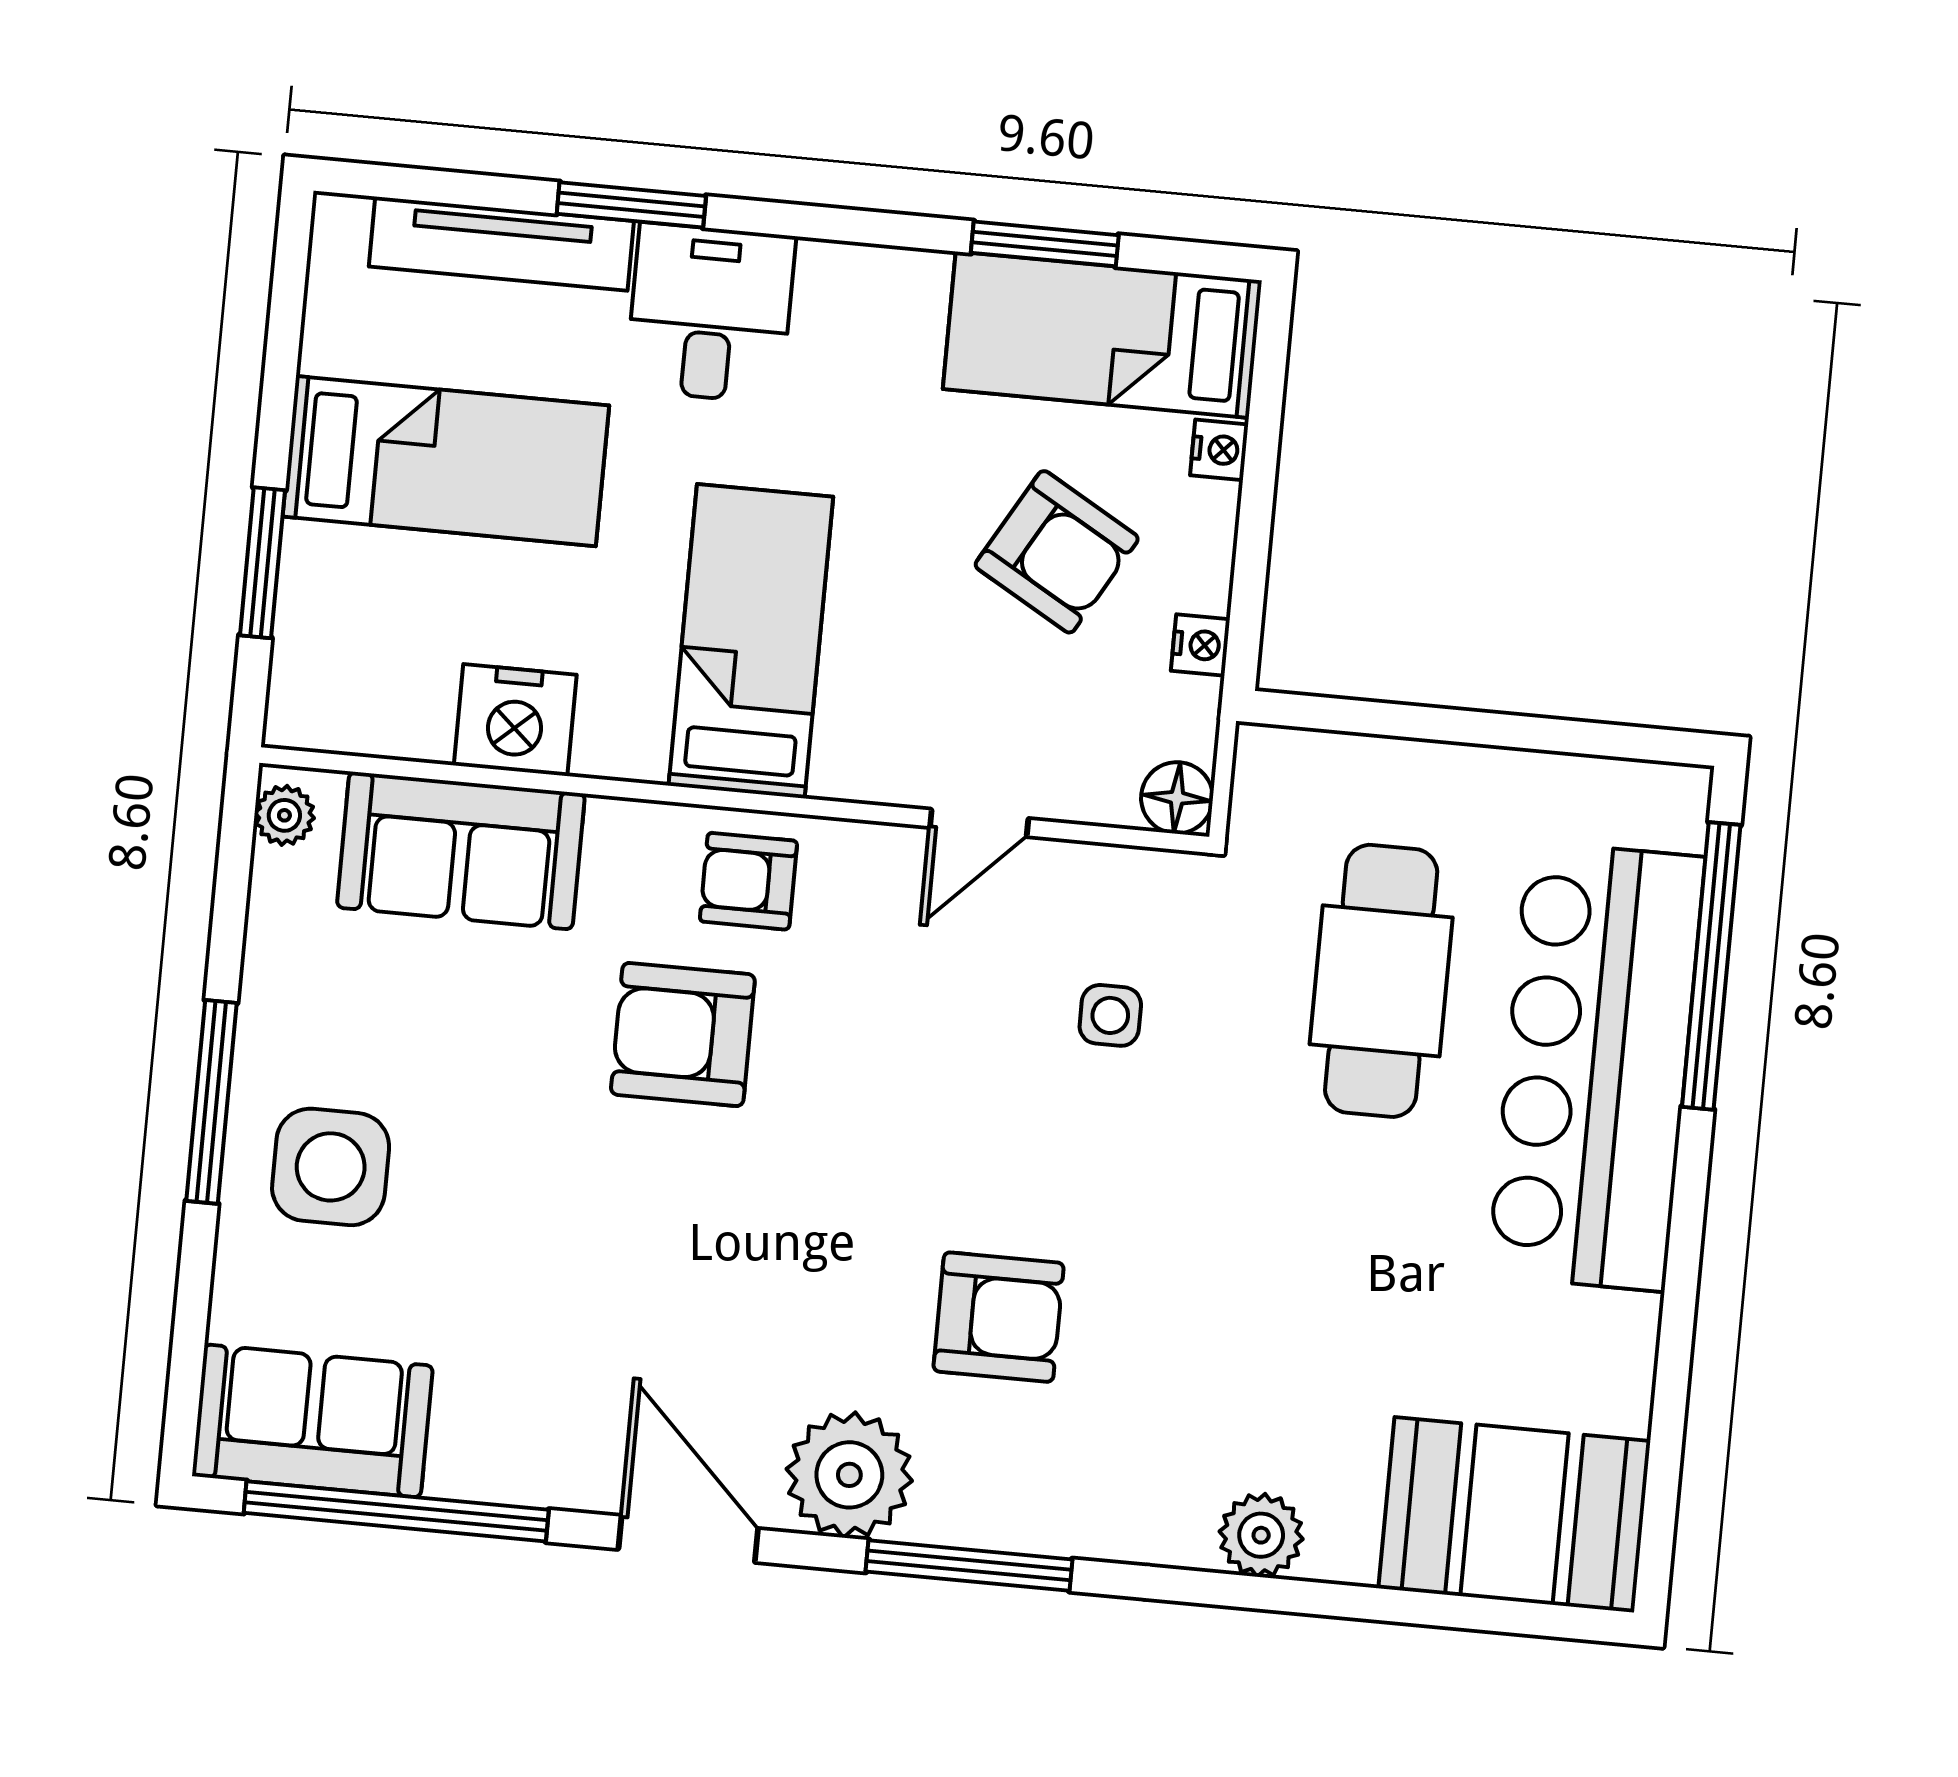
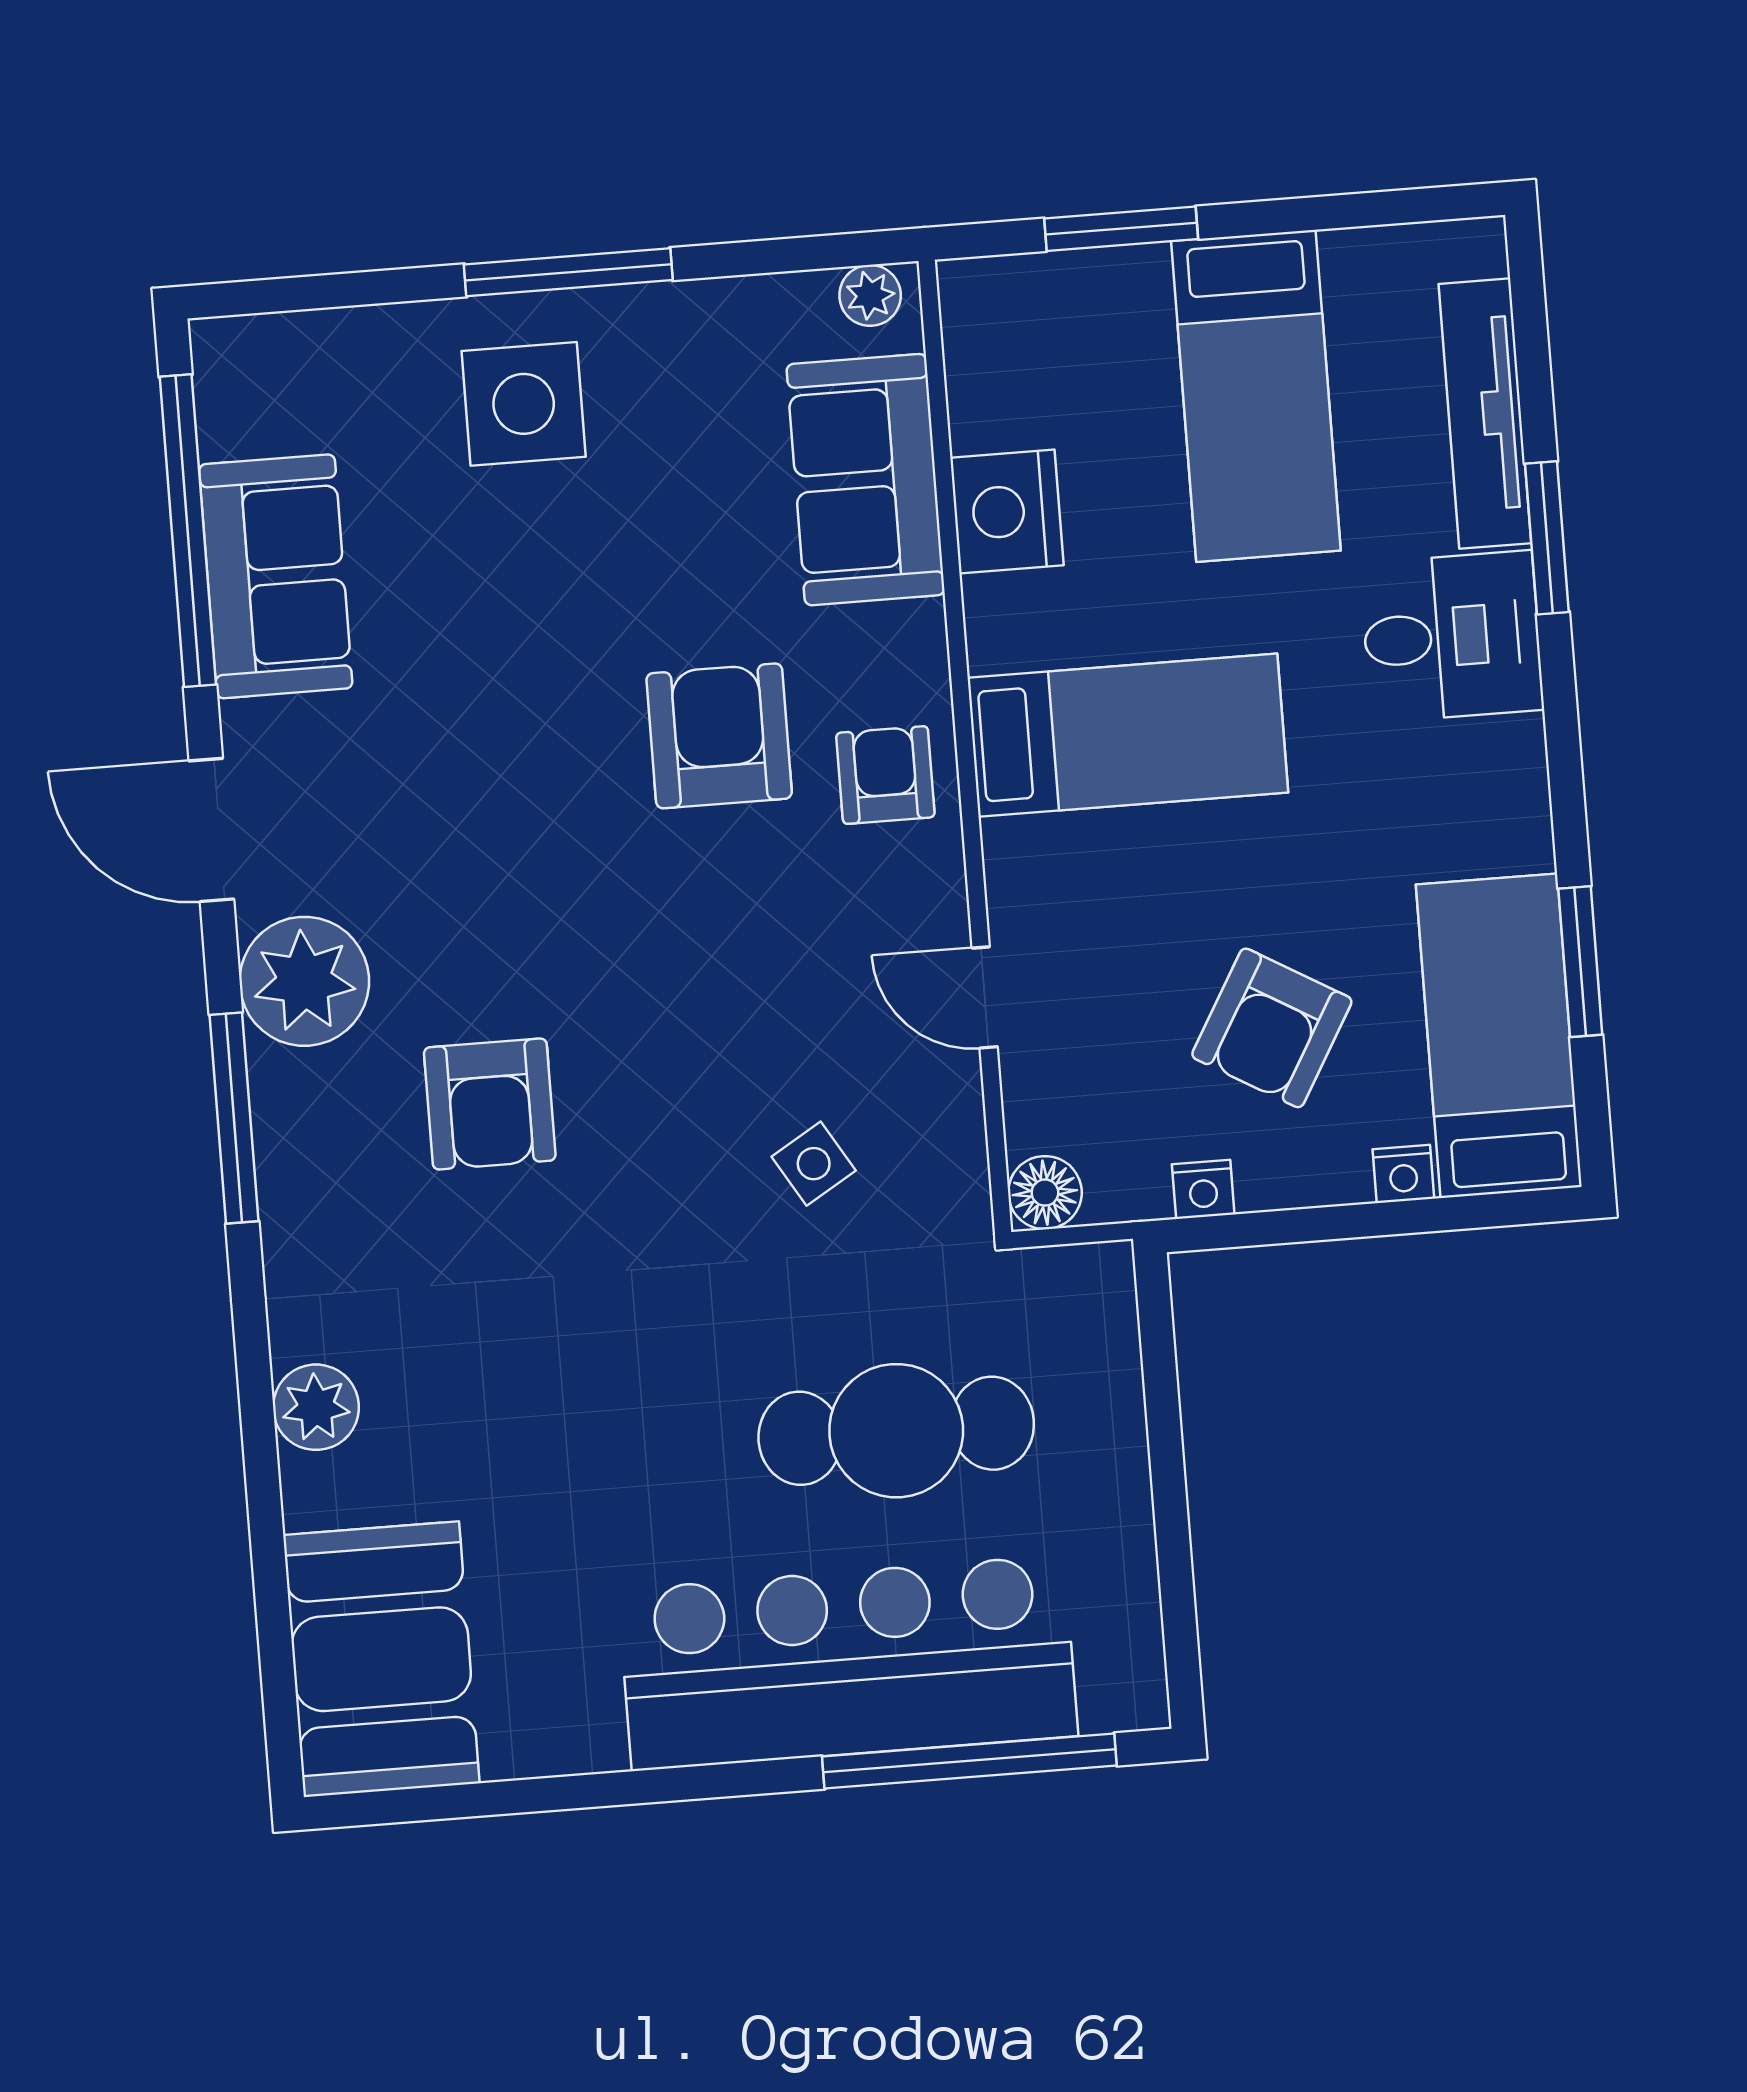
side table: (1110, 1015) -> (814, 1164), turned -31
sofa: (312, 1421) -> (276, 576), moved
door: (688, 1539) -> (211, 830), swing flipped

